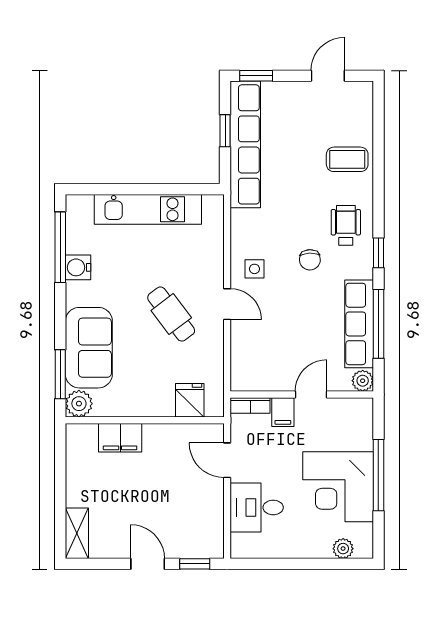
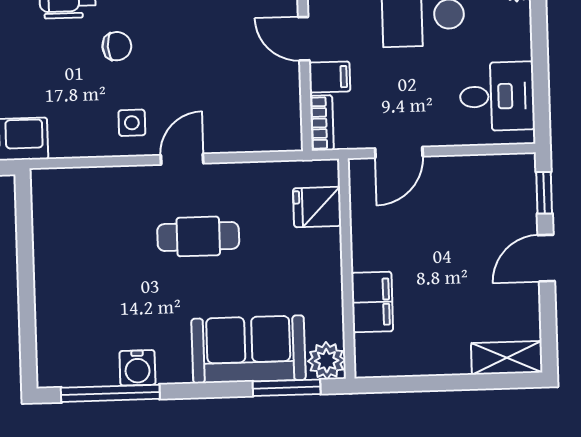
kitchen unit: (148, 209) -> (54, 273), removed
cafe table: (171, 314) -> (198, 236), turned 37
desk: (257, 507) -> (497, 96), moved, turned -90

